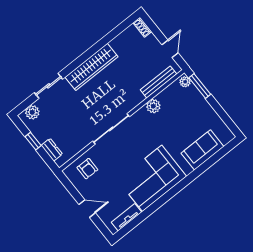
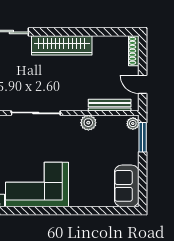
shoe rack: (142, 27) -> (134, 51), width x1.43
door: (170, 49) -> (143, 84), swing flipped
sofa: (202, 150) -> (127, 186), moved, turned -90

